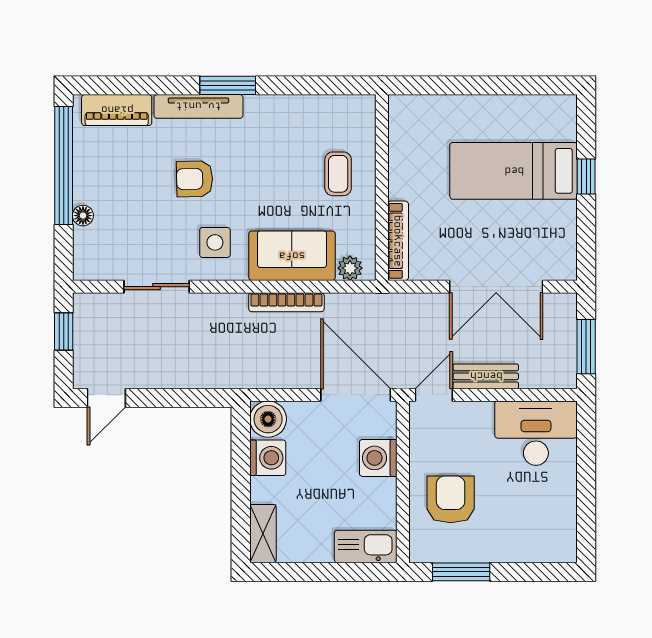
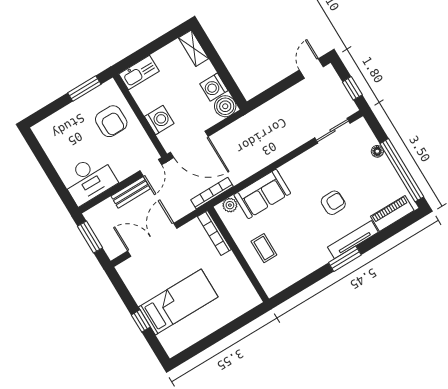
side table: (215, 242) -> (304, 177), removed
sliding door: (157, 287) -> (333, 131), moved
bookcase: (286, 302) -> (212, 193), moved

